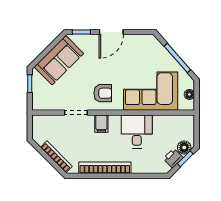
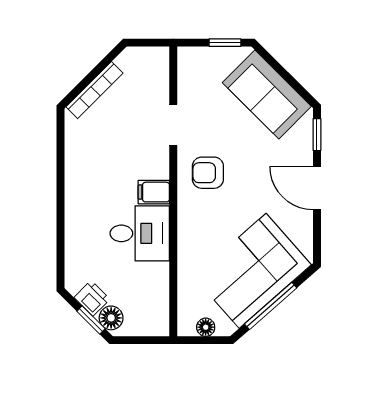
corner sofa: (151, 91) -> (253, 271), moved, turned -131
armchair: (103, 93) -> (208, 173), turned 90
filing cabinet: (101, 124) -> (154, 192), moved
bookcase: (105, 168) -> (75, 176), removed

